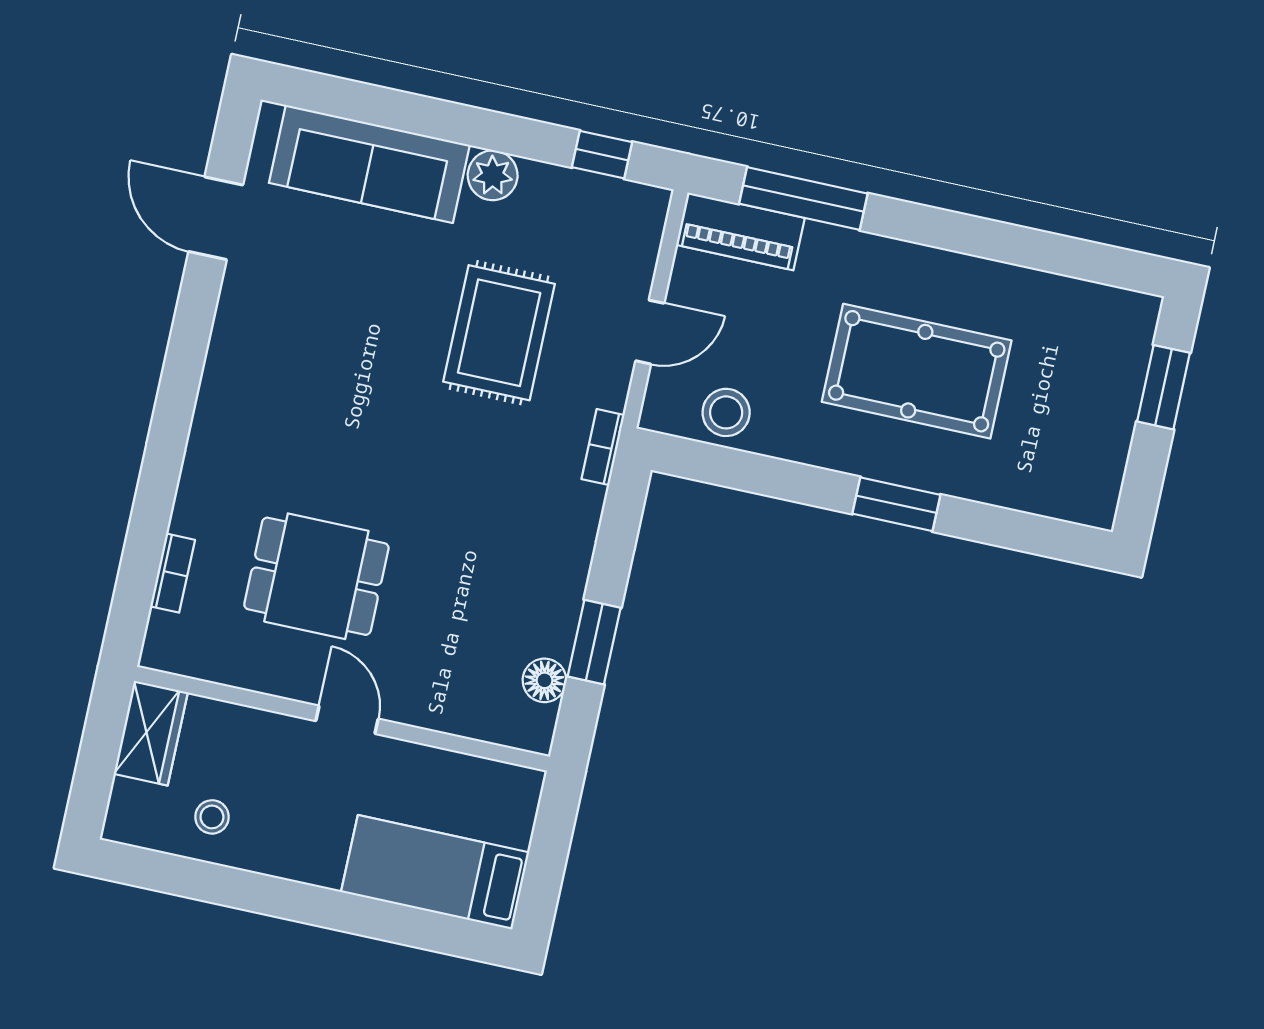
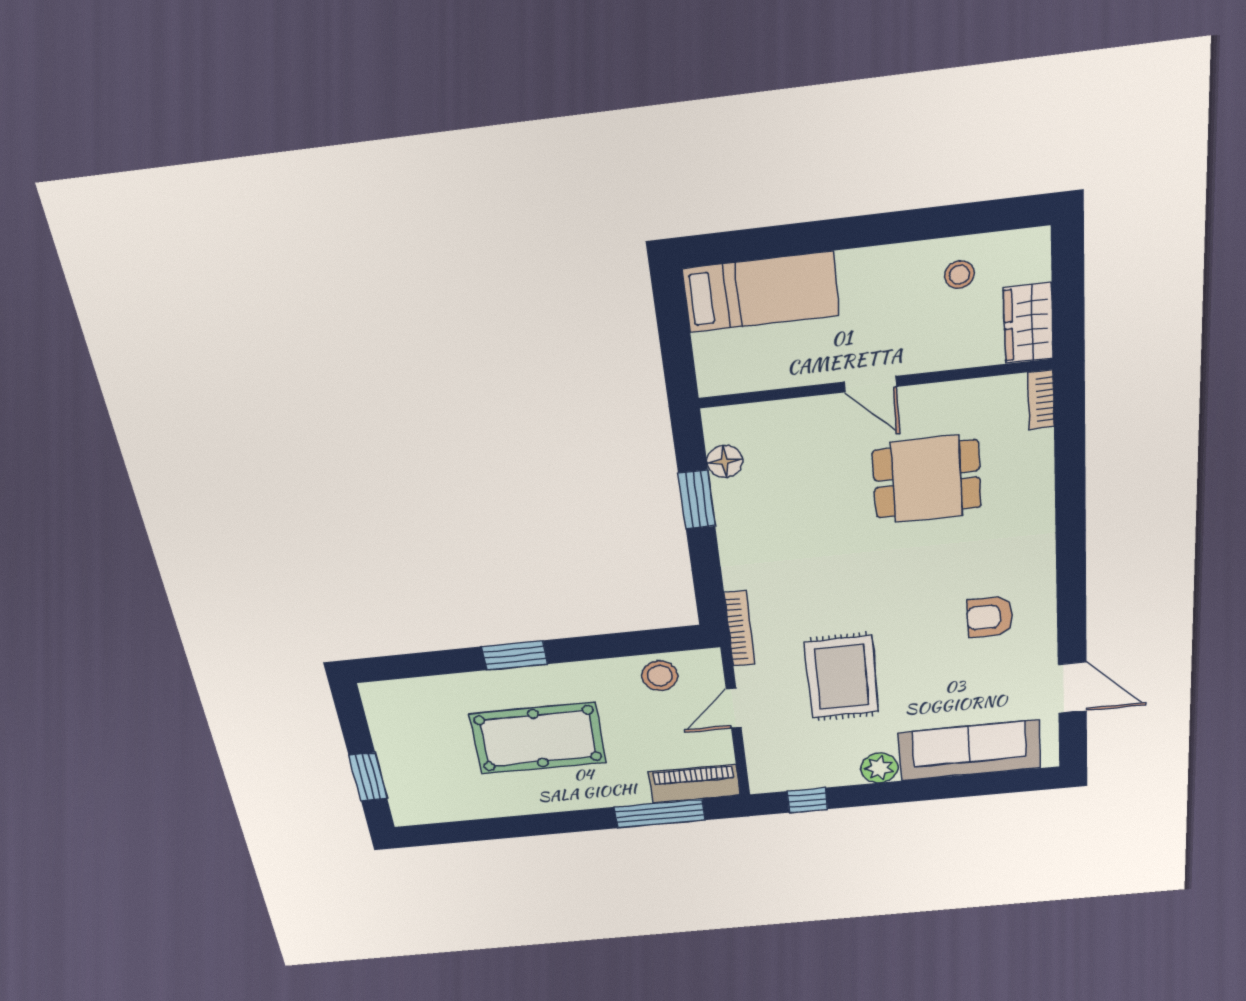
armchair: (292, 359) -> (990, 617), added
bookcase: (603, 447) -> (740, 629), width x1.56
bookcase: (173, 573) -> (1041, 400), moved

